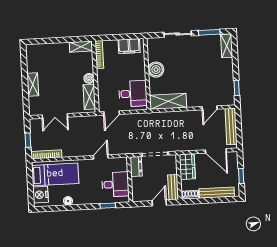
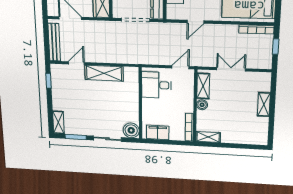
boiler: (156, 70) -> (131, 130), moved
shelving: (168, 101) -> (104, 73), moved
double door: (55, 116) -> (231, 69), moved

